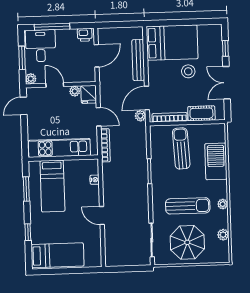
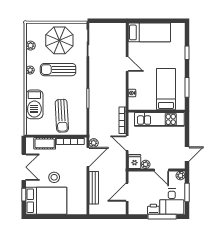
printer: (85, 35) -> (153, 209), moved
bed: (172, 43) -> (46, 201), moved, turned 180
bed: (57, 255) -> (149, 32), moved, turned 180

